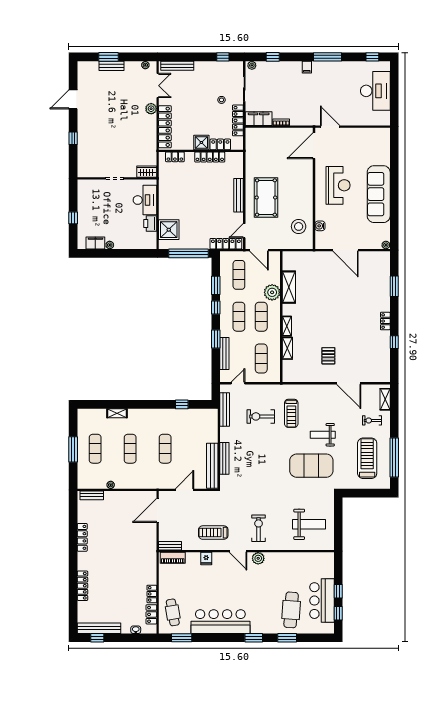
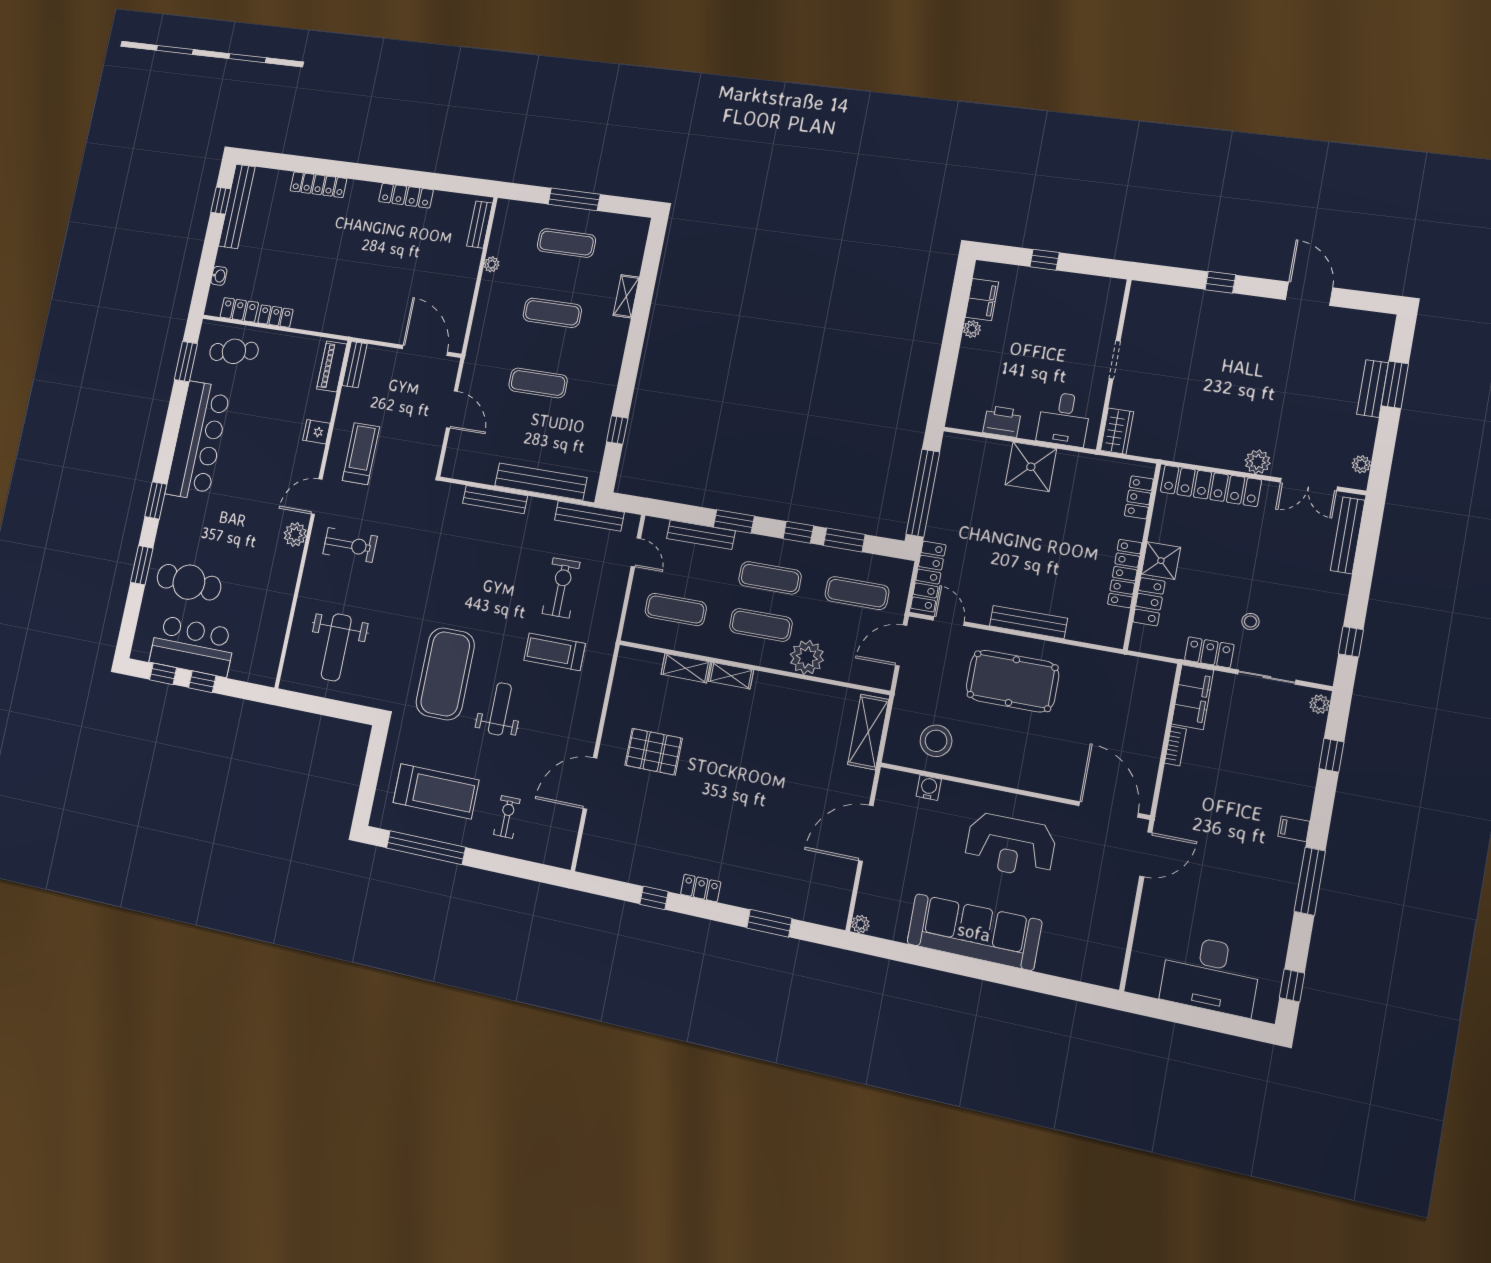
locker: (238, 120) -> (1209, 652), width x0.66
desk: (145, 200) -> (1064, 419), width x0.73
shower: (169, 230) -> (1031, 467), moved
shelving: (289, 287) -> (868, 732), moved, turned 90
pallet: (328, 356) -> (654, 752), width x1.50, depth x1.42
shelving: (385, 399) -> (543, 853), removed
bench: (212, 466) -> (541, 482), moved

